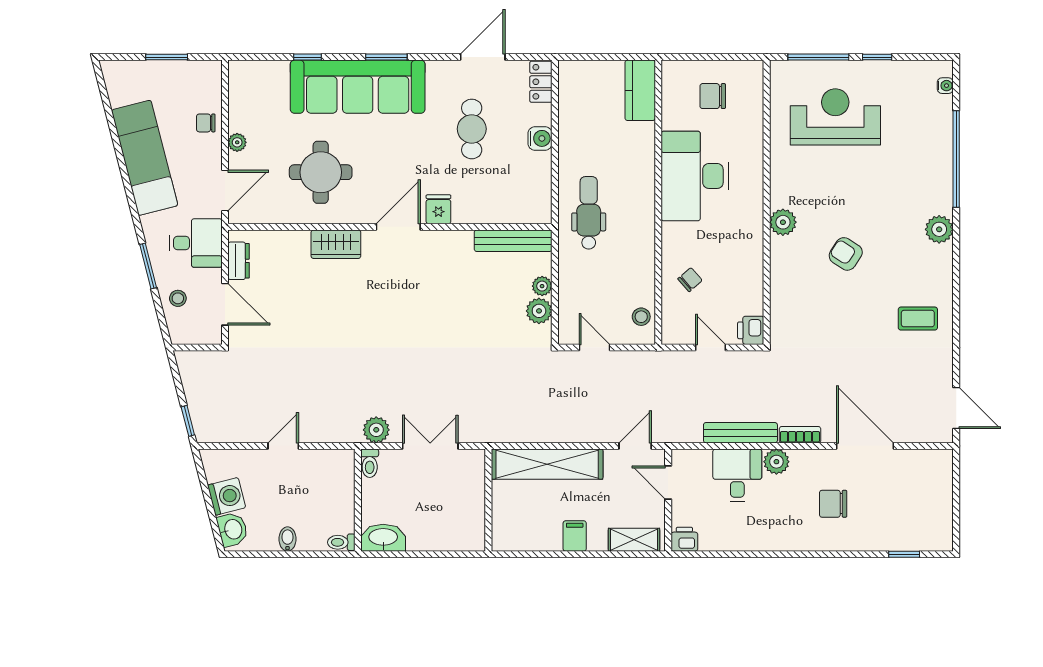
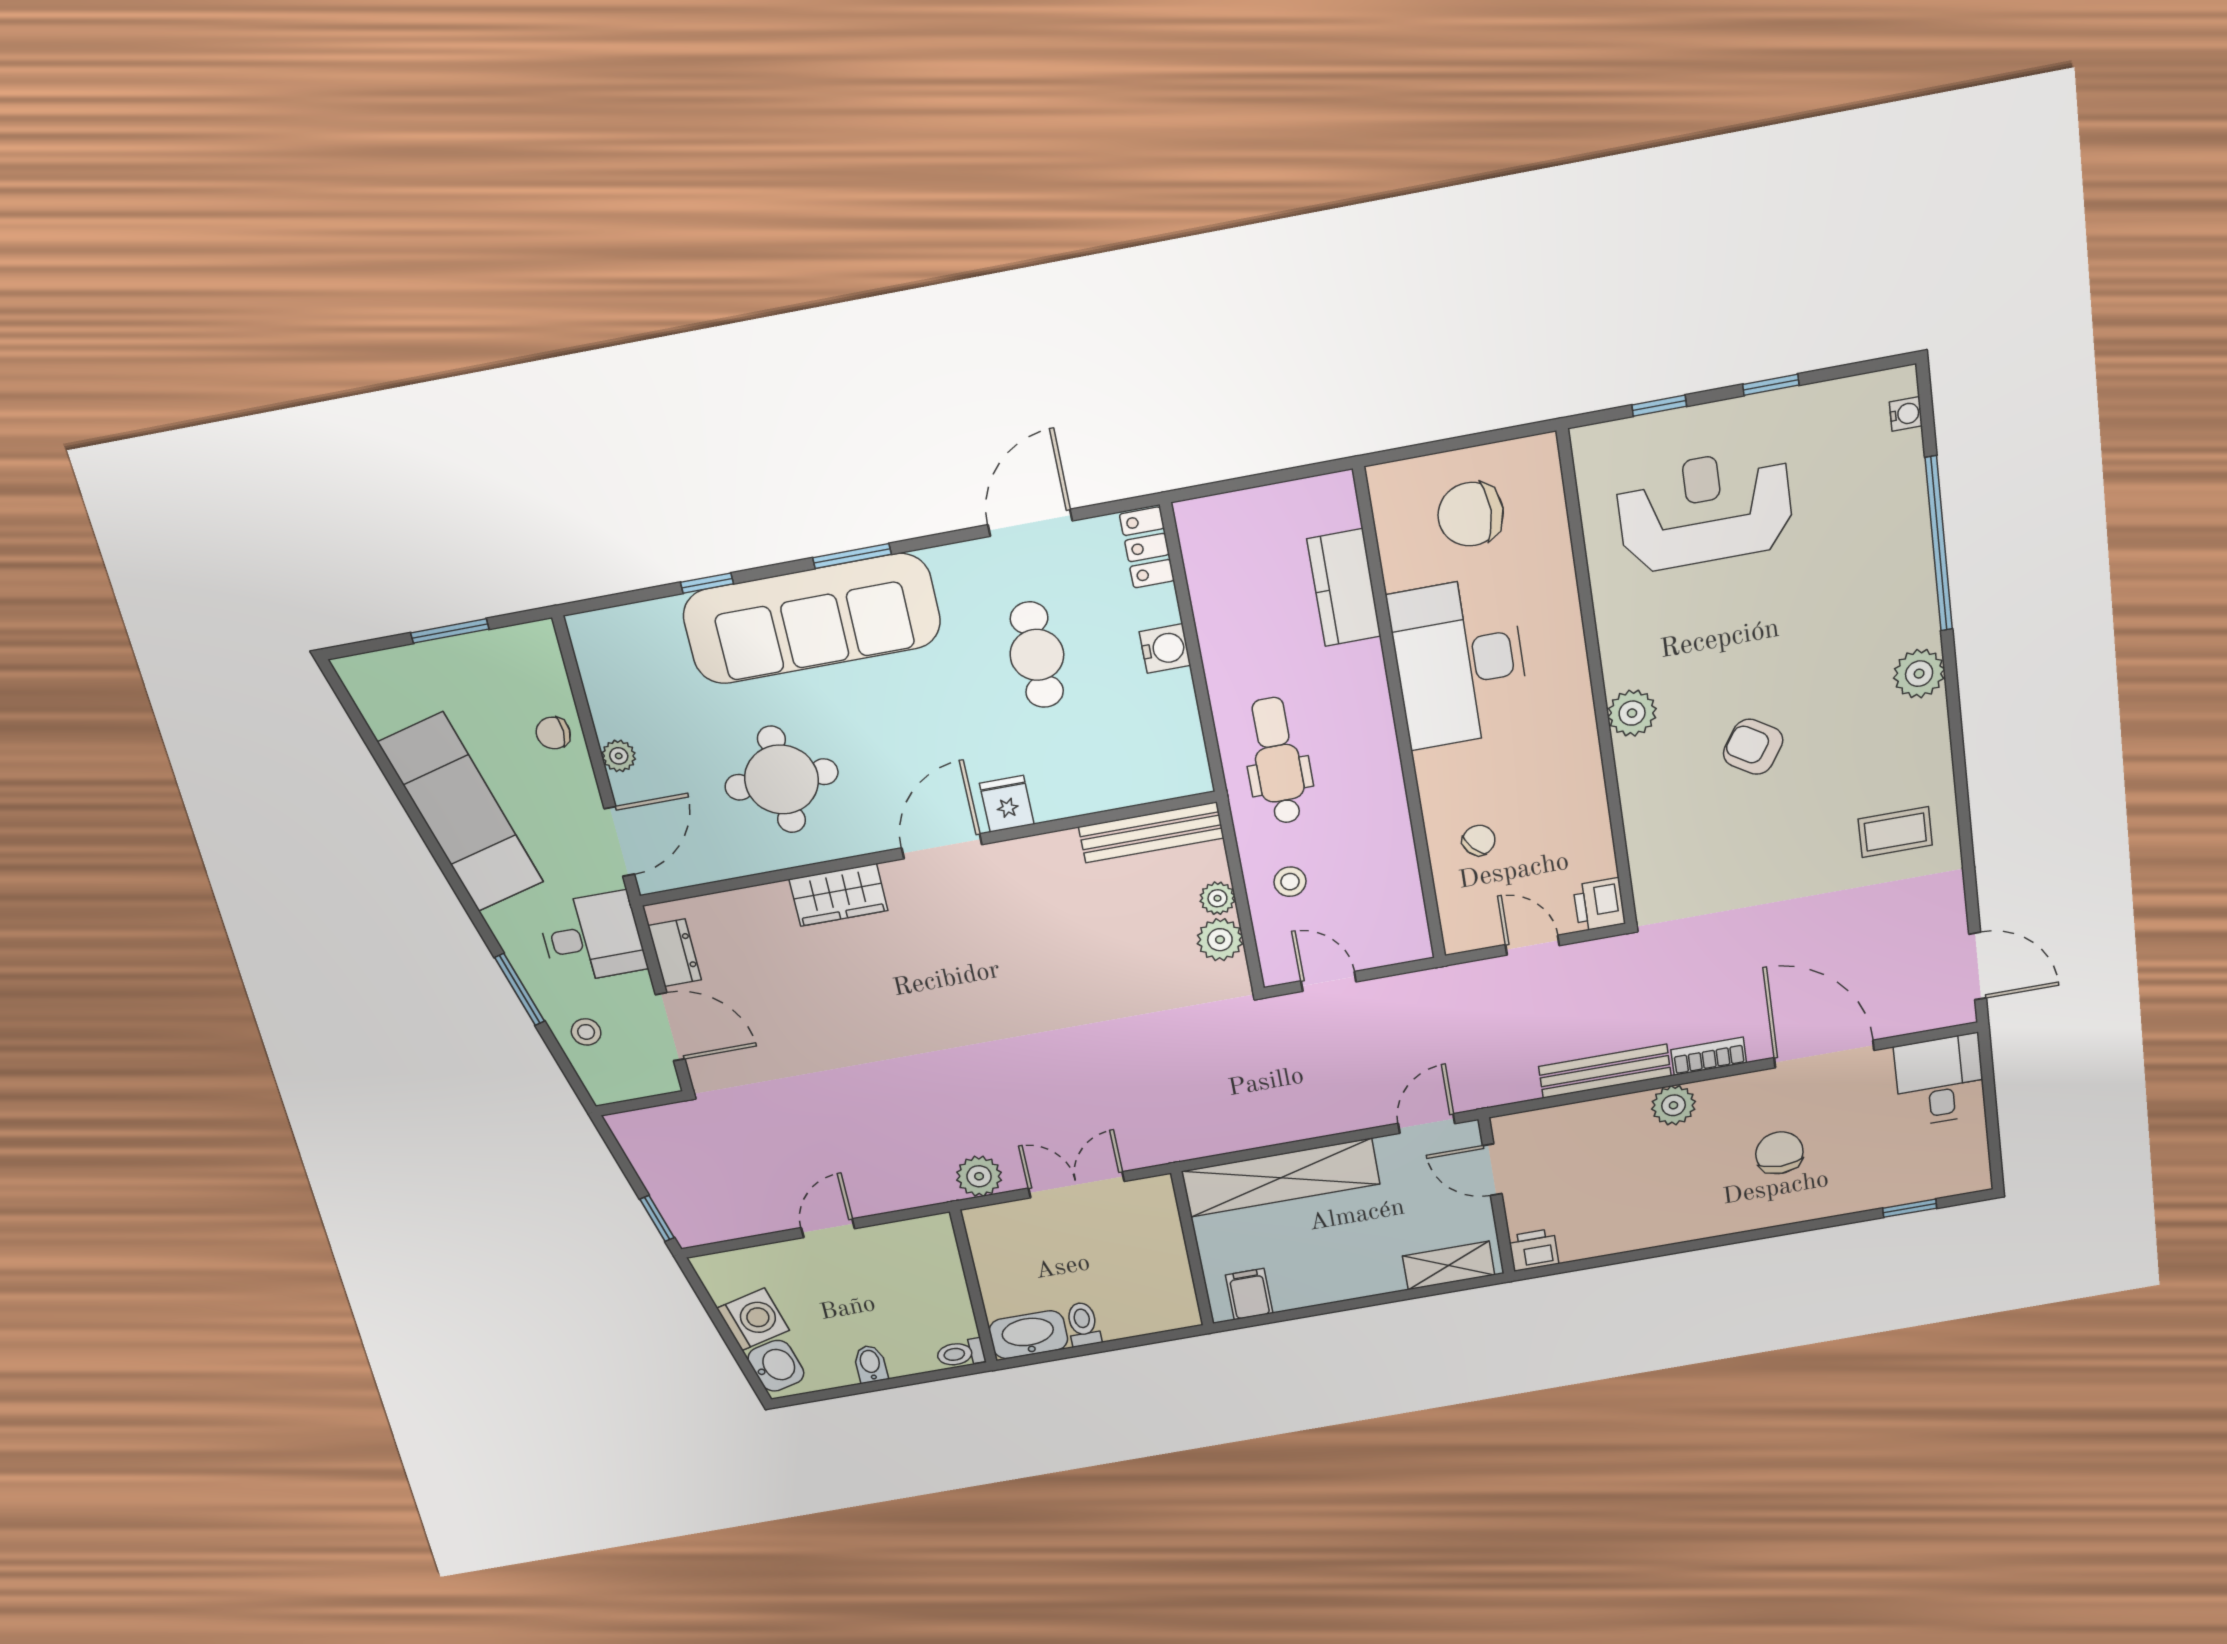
window: (818, 57) -> (1659, 406), width x0.46
kitchen counter: (640, 90) -> (1344, 588), moved
chair: (713, 96) -> (1471, 514), width x1.37, depth x1.37
stool: (641, 317) -> (1290, 882), moved
toilet: (370, 463) -> (1083, 1324), moved, turned 180
desk: (737, 475) -> (1940, 1080), moved
chair: (833, 504) -> (1779, 1153), turned 90
filing cabinet: (575, 536) -> (1249, 1294), moved

